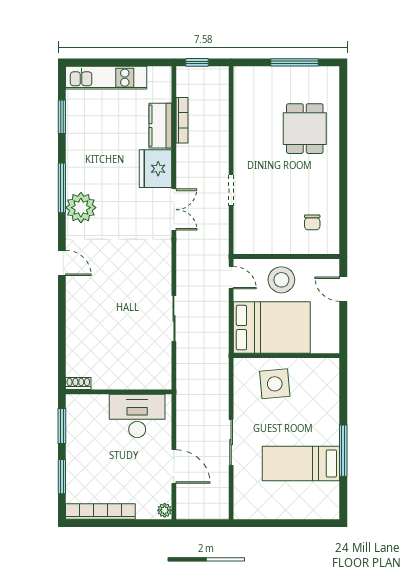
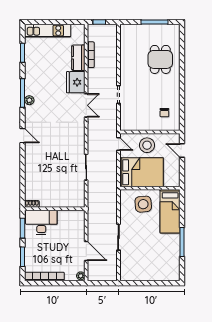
plant: (81, 208) -> (29, 100), width x0.53, depth x0.53
desk: (137, 416) -> (41, 222), moved
bed: (301, 463) -> (170, 211), moved, turned -90

